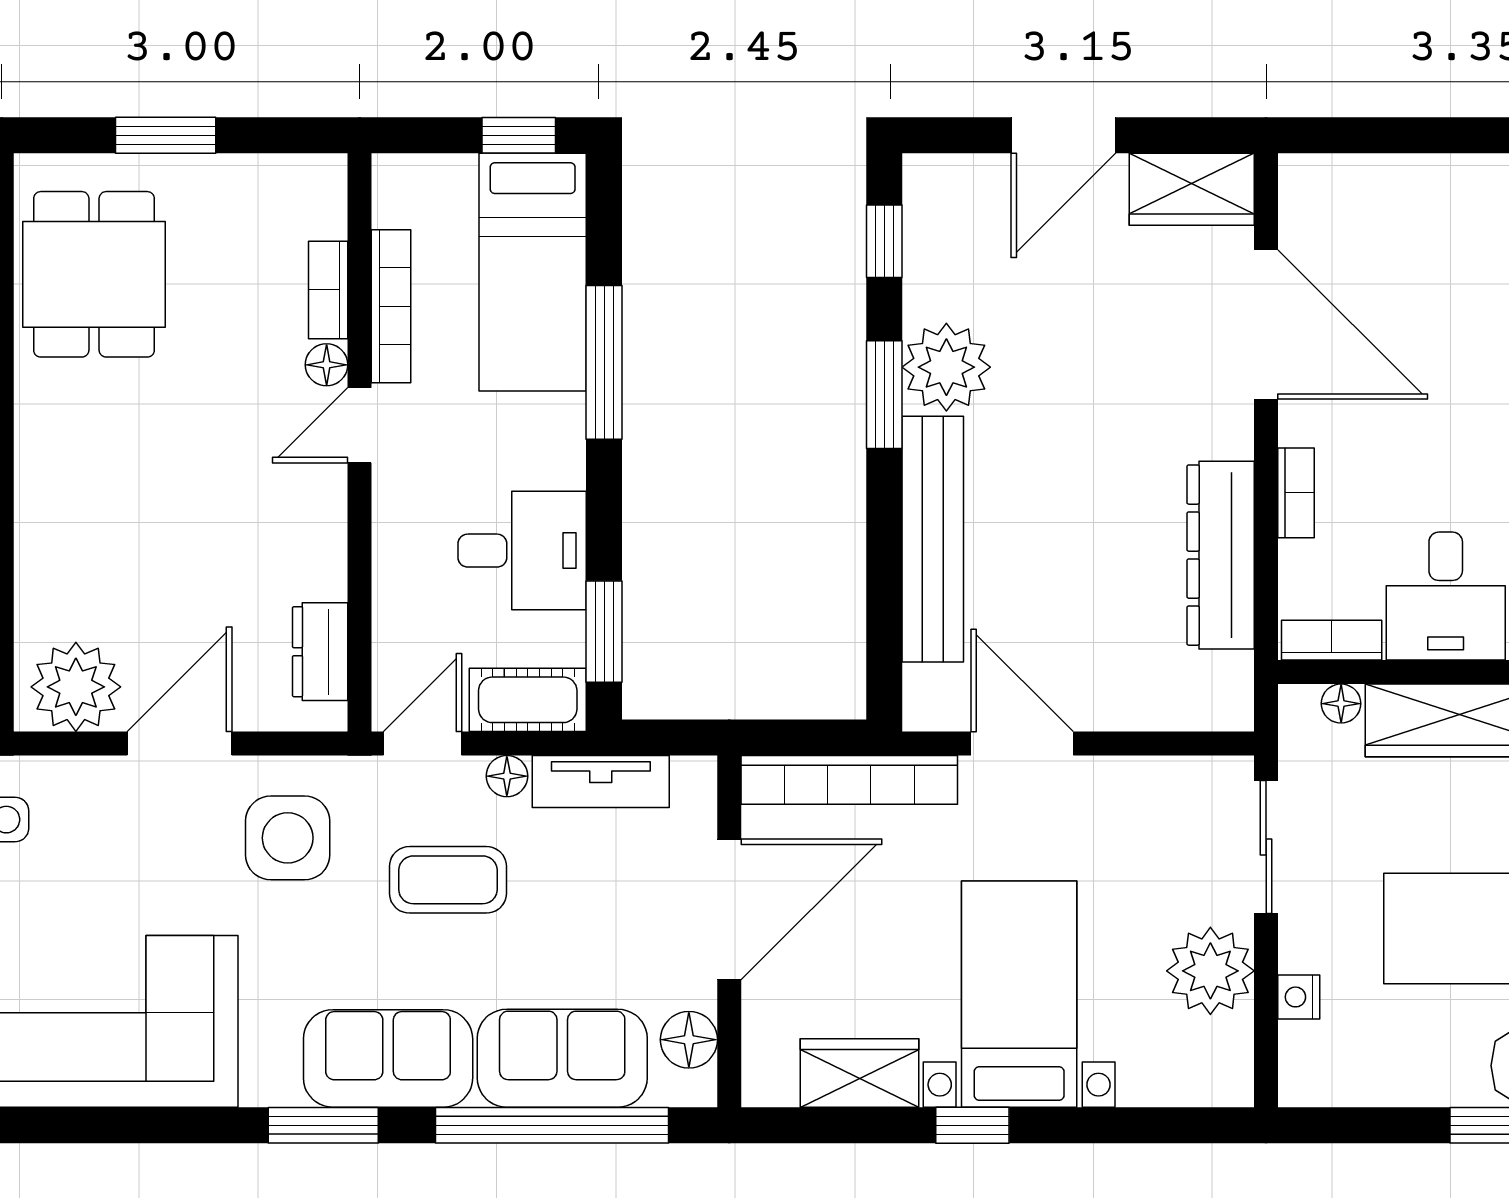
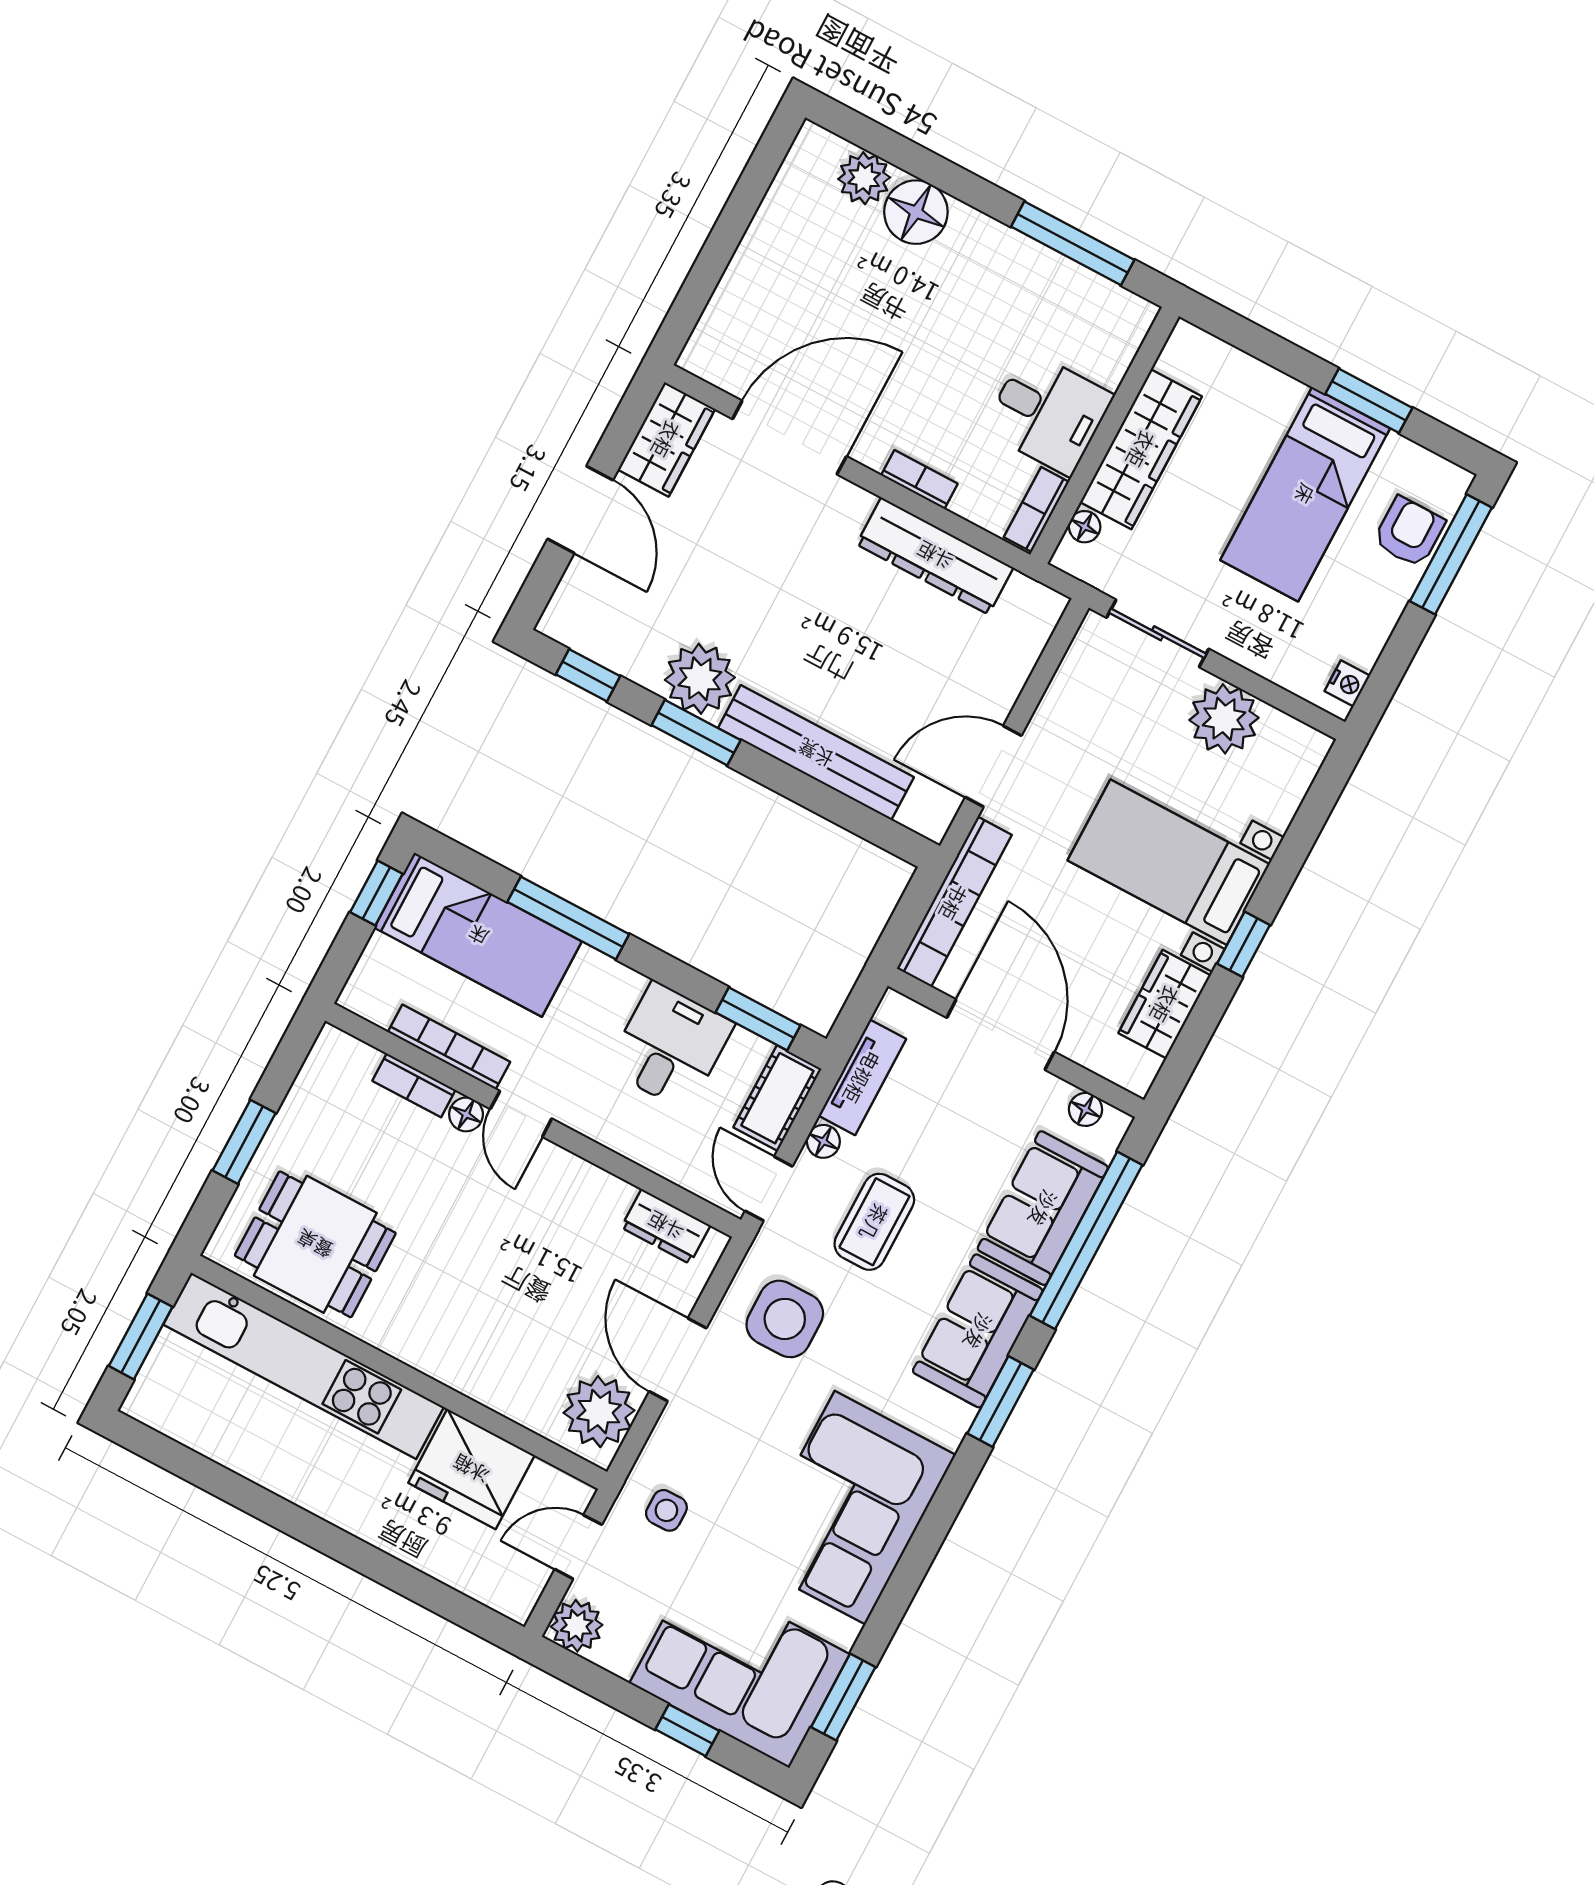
nightstand: (1299, 997) -> (1347, 683), moved, turned -90
floor lamp: (689, 1040) -> (1086, 1109), width x0.73, depth x0.73

